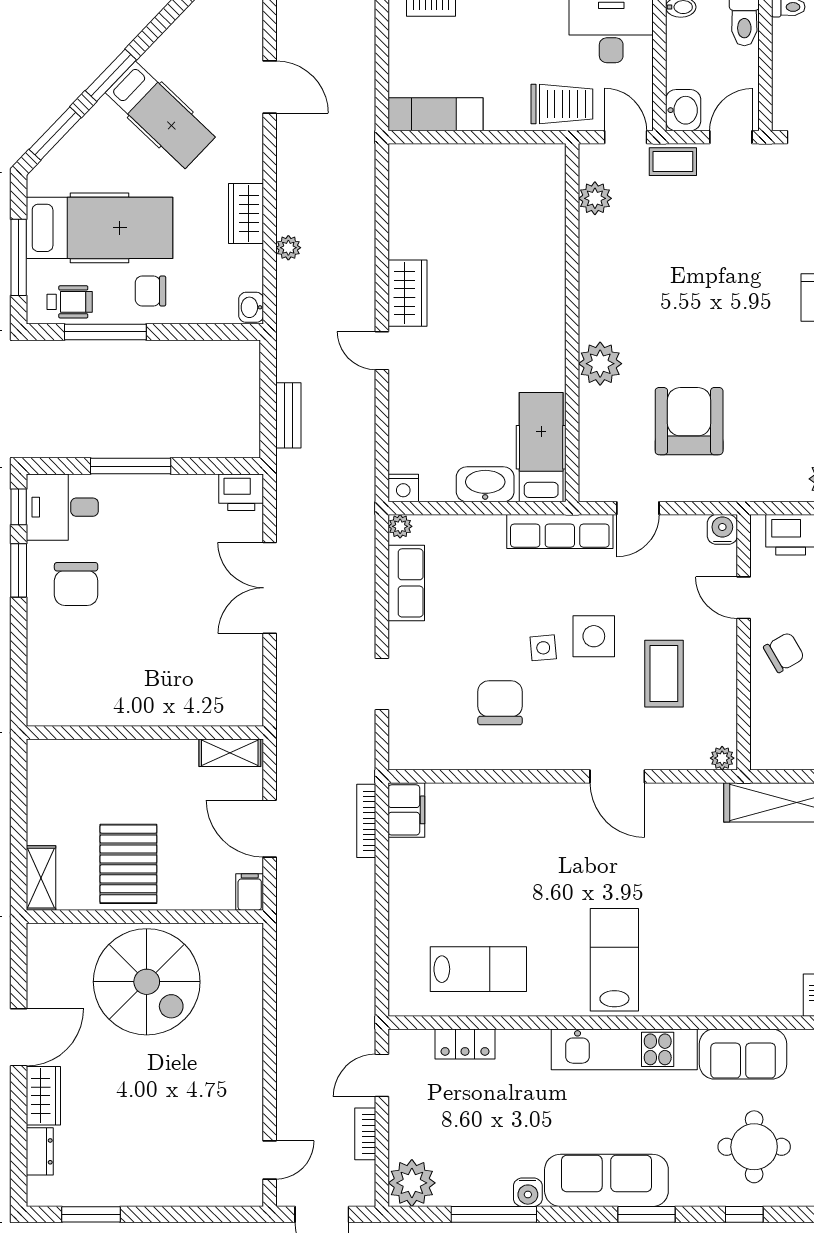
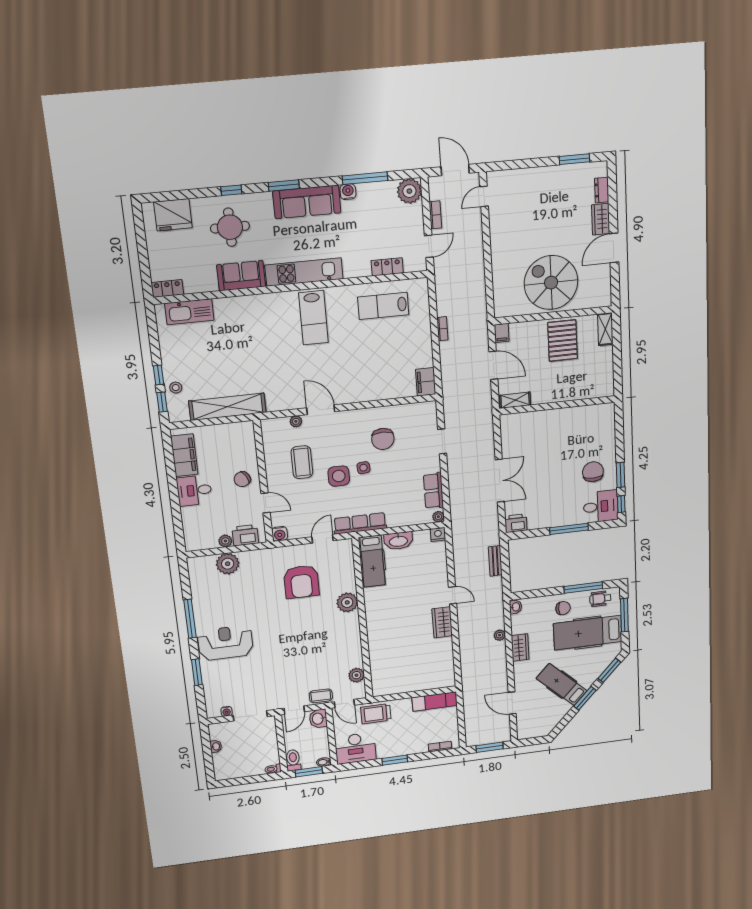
plant: (722, 758) -> (296, 421), moved
bookcase: (366, 821) -> (442, 329), moved, width x0.64

